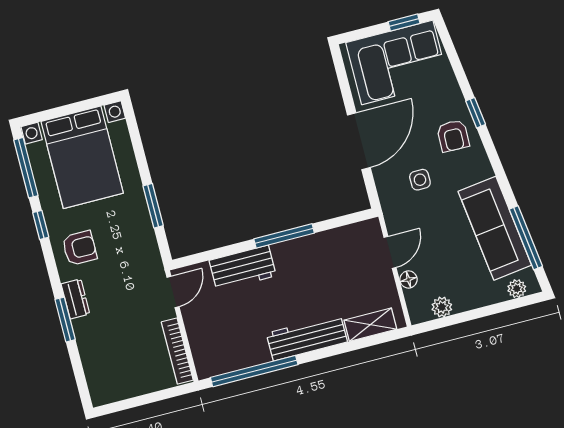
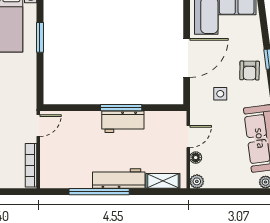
window: (153, 206) -> (40, 37), moved
workbench: (243, 268) -> (123, 122), moved
plant: (442, 307) -> (197, 181), moved
window: (254, 371) -> (99, 192), moved

